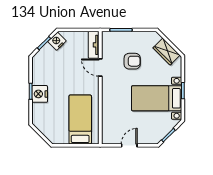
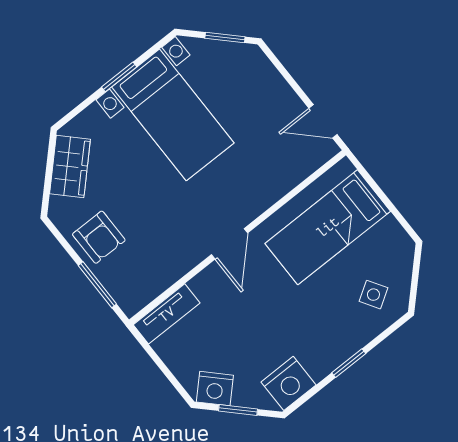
armchair: (132, 61) -> (99, 237), moved, turned 180
door: (100, 68) -> (229, 244), moved
nightstand: (40, 94) -> (288, 383), moved
side table: (47, 117) -> (373, 295), added
door: (129, 145) -> (323, 121), moved

